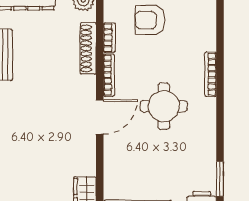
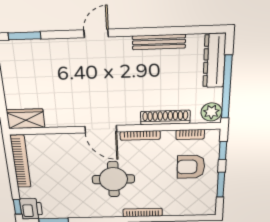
armchair: (150, 20) -> (191, 167), turned -90
bookcase: (109, 38) -> (190, 134), moved

